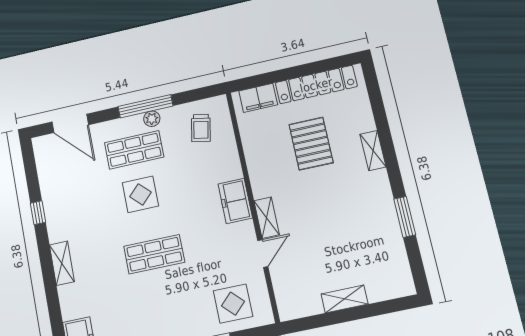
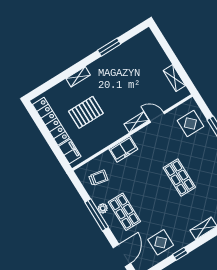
display table: (140, 194) -> (161, 242), moved
freezer: (235, 201) -> (123, 149), moved
shelving: (345, 299) -> (174, 78), moved

